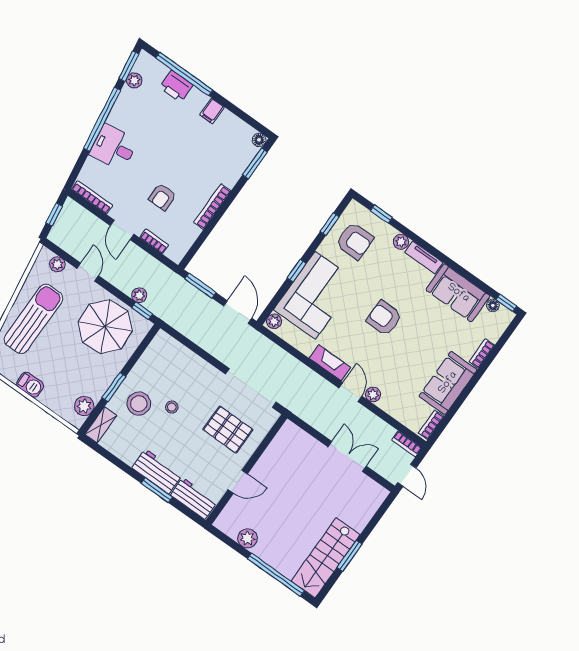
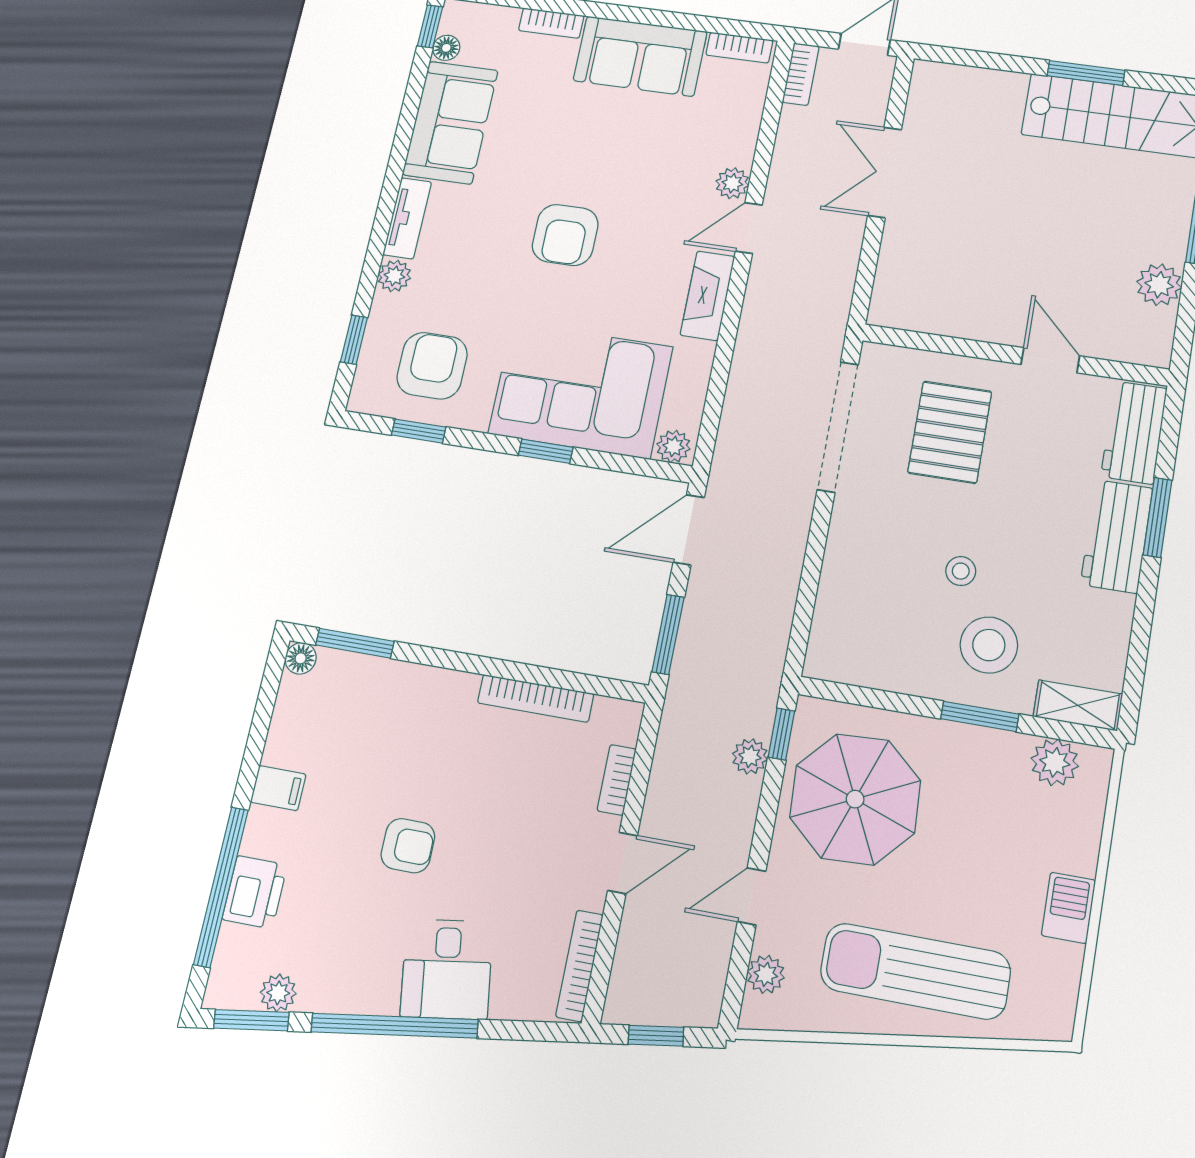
armchair: (162, 197) -> (408, 846), moved
bookcase: (212, 207) -> (536, 698), moved

